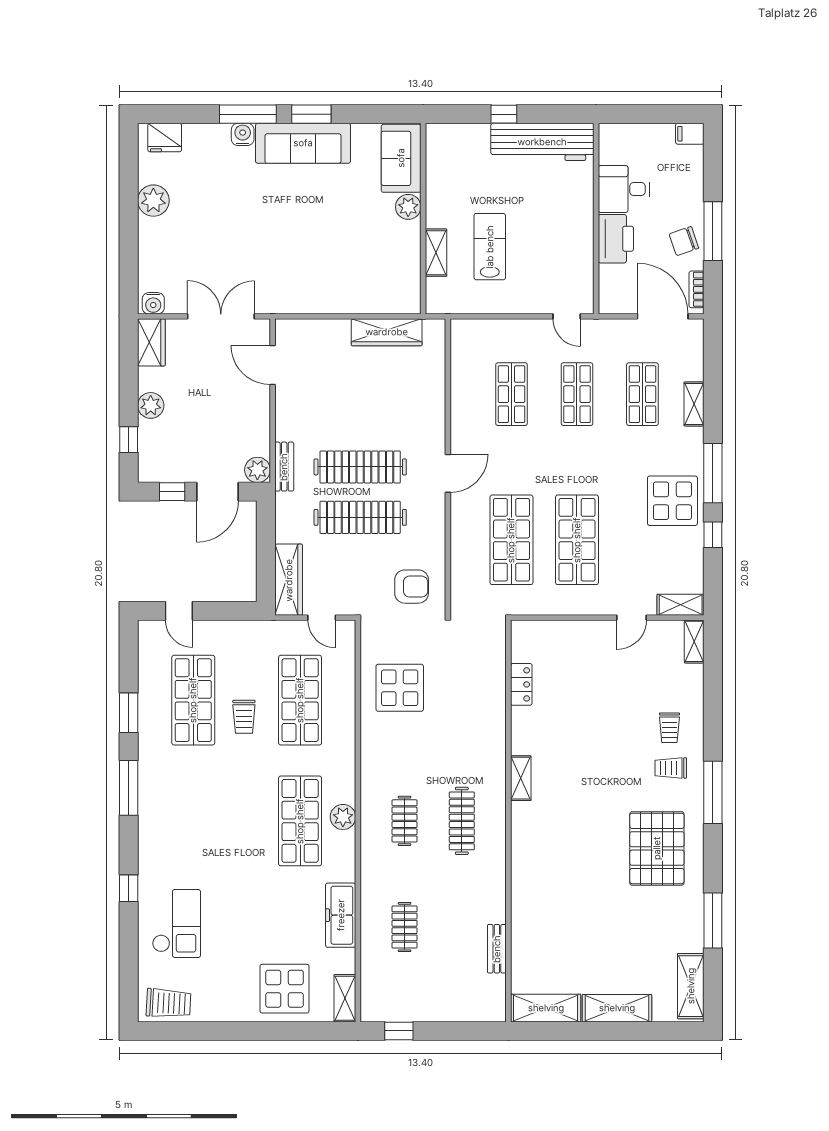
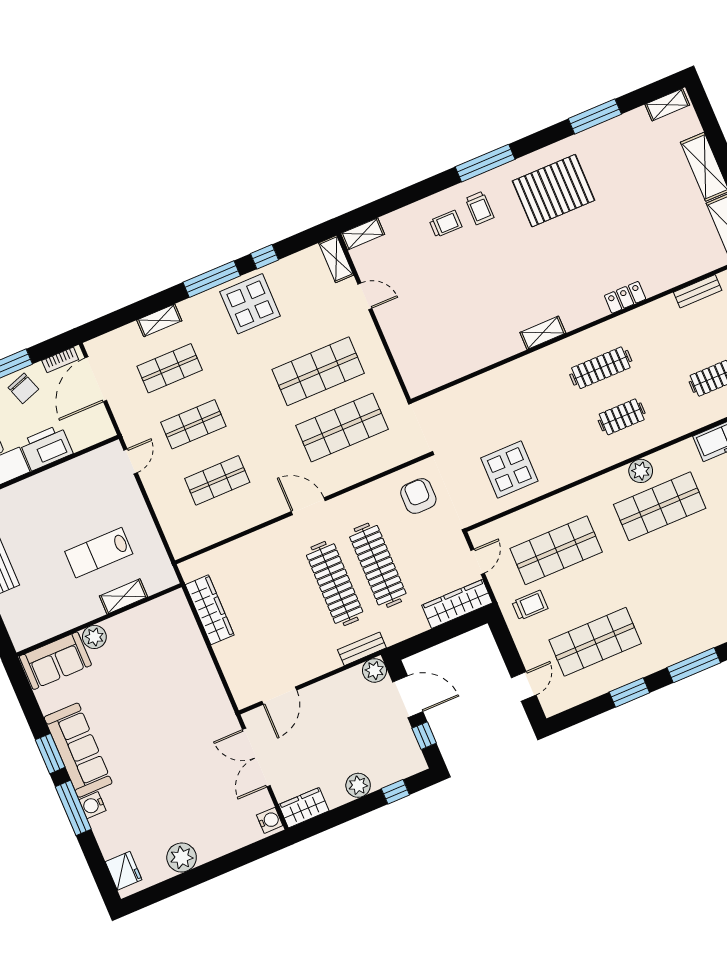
locker: (521, 684) -> (625, 297), moved
trolley: (244, 717) -> (530, 605), moved
shelving: (691, 986) -> (667, 105), width x0.67, depth x0.75

